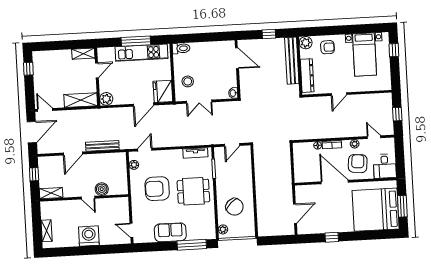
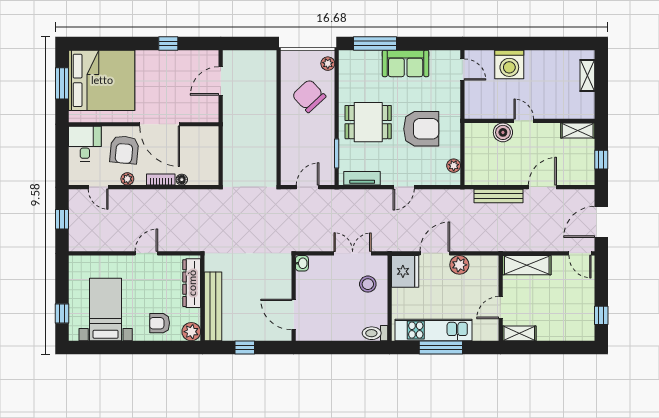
plant: (106, 99) -> (459, 265), moved
door: (145, 150) -> (404, 187), moved
washing machine: (89, 236) -> (509, 64), moved

